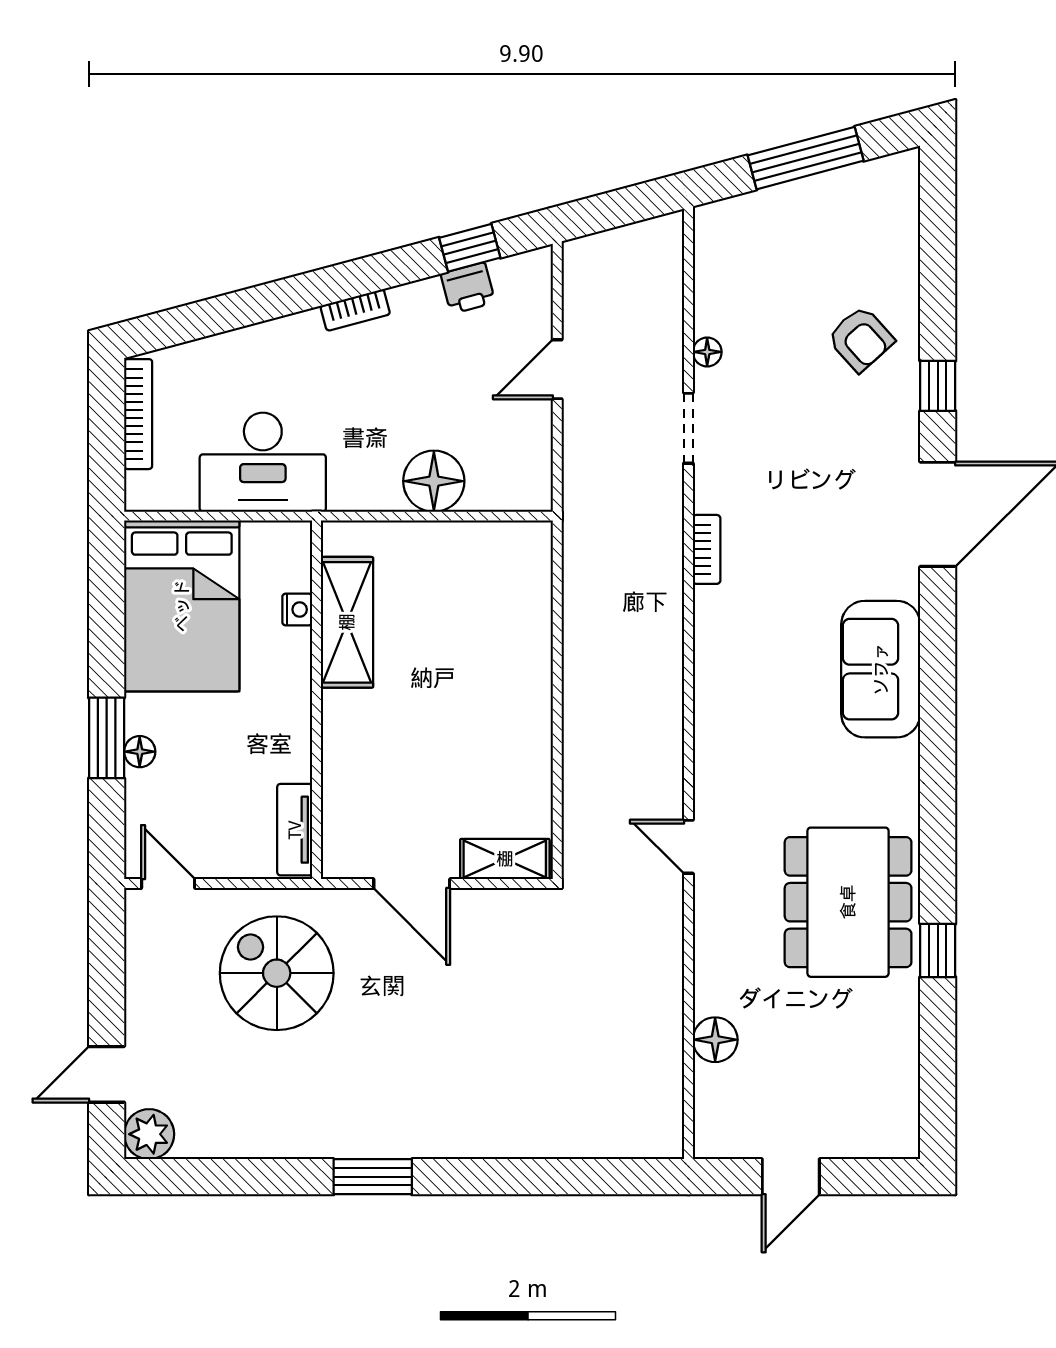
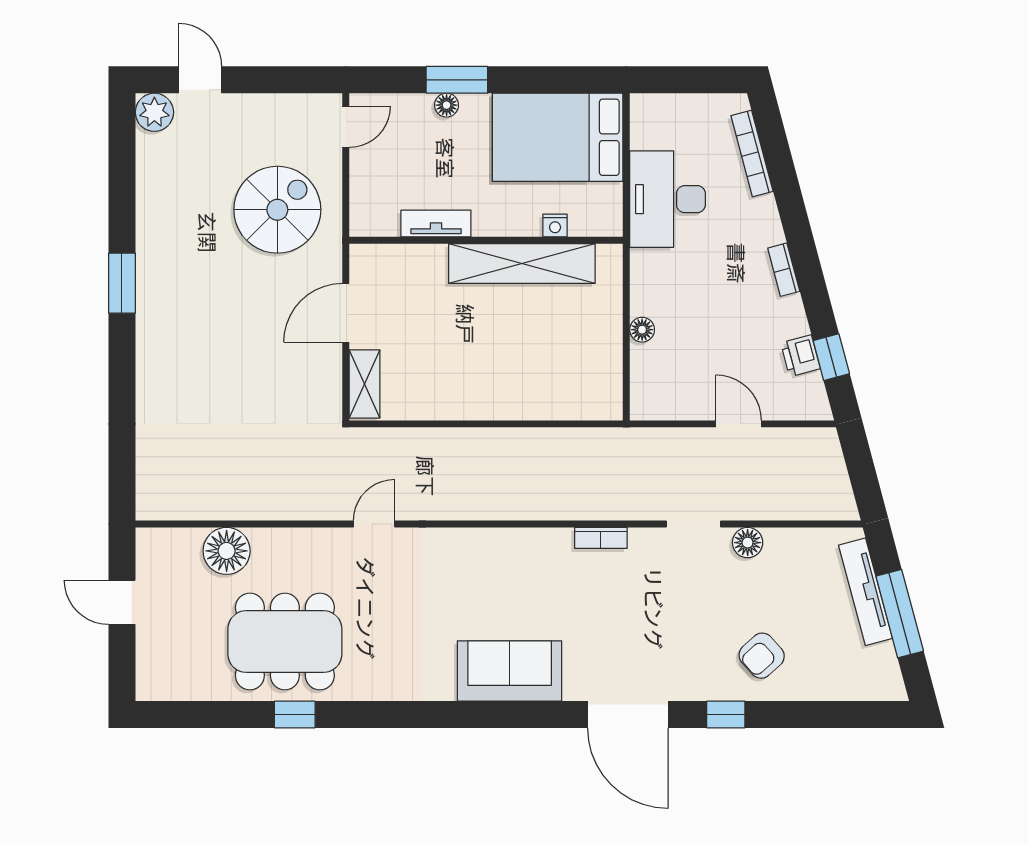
tv unit: (777, 203) -> (865, 592), added
floor lamp: (707, 352) -> (748, 543), width x1.37, depth x1.37
bookcase: (138, 414) -> (752, 154), moved, turned 75
floor lamp: (434, 481) -> (642, 330), width x0.53, depth x0.53
shelving: (347, 622) -> (522, 263), width x1.47
tv unit: (295, 830) -> (436, 223), moved
dining table: (848, 902) -> (285, 642), moved
floor lamp: (715, 1040) -> (227, 551), width x1.38, depth x1.38

